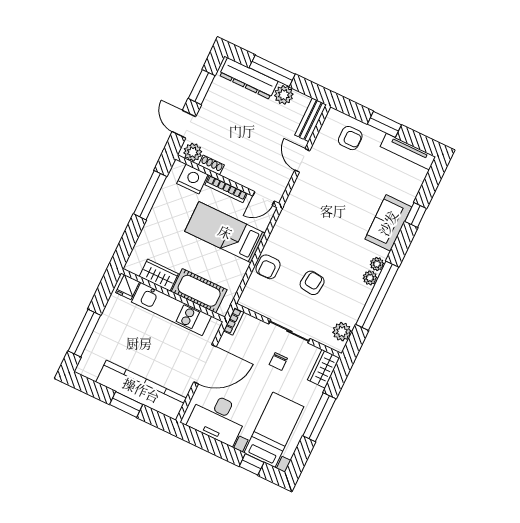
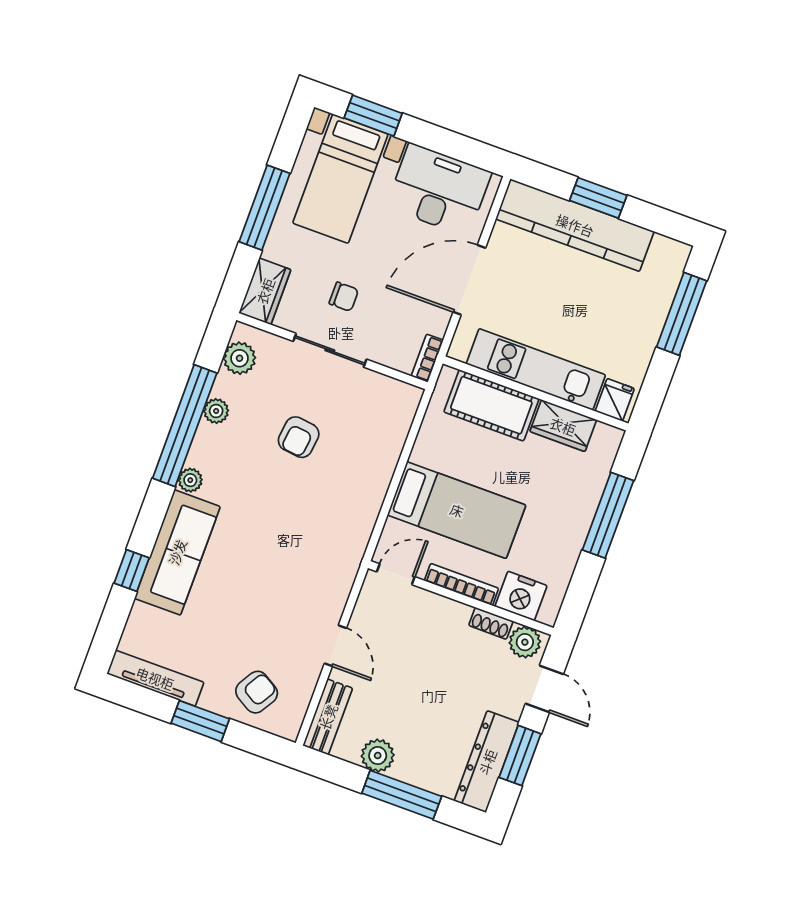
dresser: (249, 78) -> (487, 762), moved, turned -90
armchair: (350, 138) -> (257, 692), turned 121
window: (150, 195) -> (608, 515), moved
sofa: (388, 223) -> (177, 552), width x1.36
armchair: (268, 267) -> (377, 458), removed
plant: (370, 278) -> (216, 411), moved
chair: (278, 361) -> (344, 297), turned 90
window: (252, 464) -> (373, 116), width x1.50

